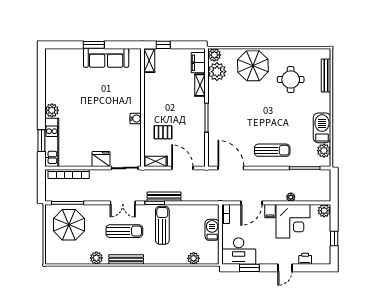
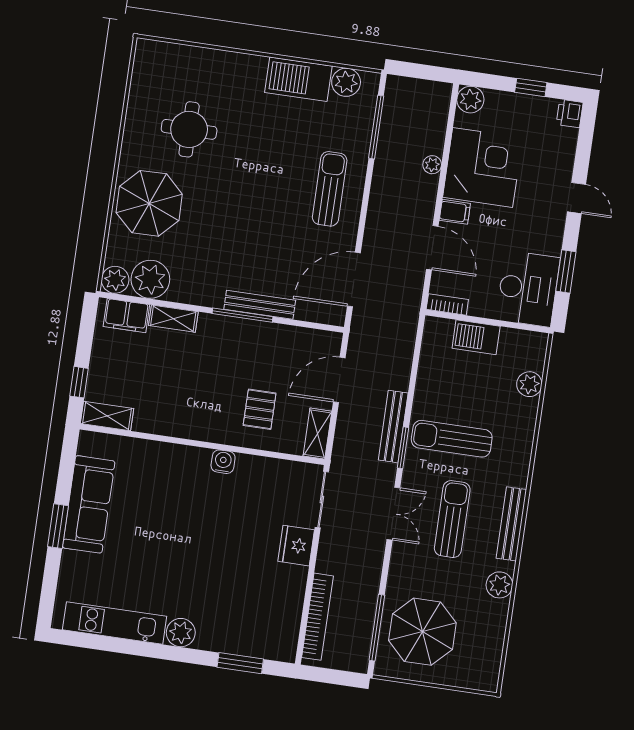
bench: (326, 76) -> (260, 305), moved
kitchen unit: (52, 142) -> (115, 623), moved
printer: (305, 259) -> (570, 114), moved

